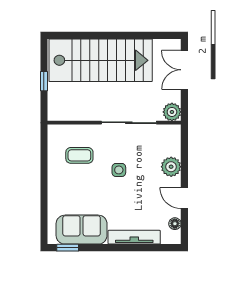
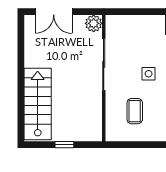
stairs: (101, 60) -> (38, 104), width x0.73, depth x0.66
plant: (171, 167) -> (145, 24), removed

